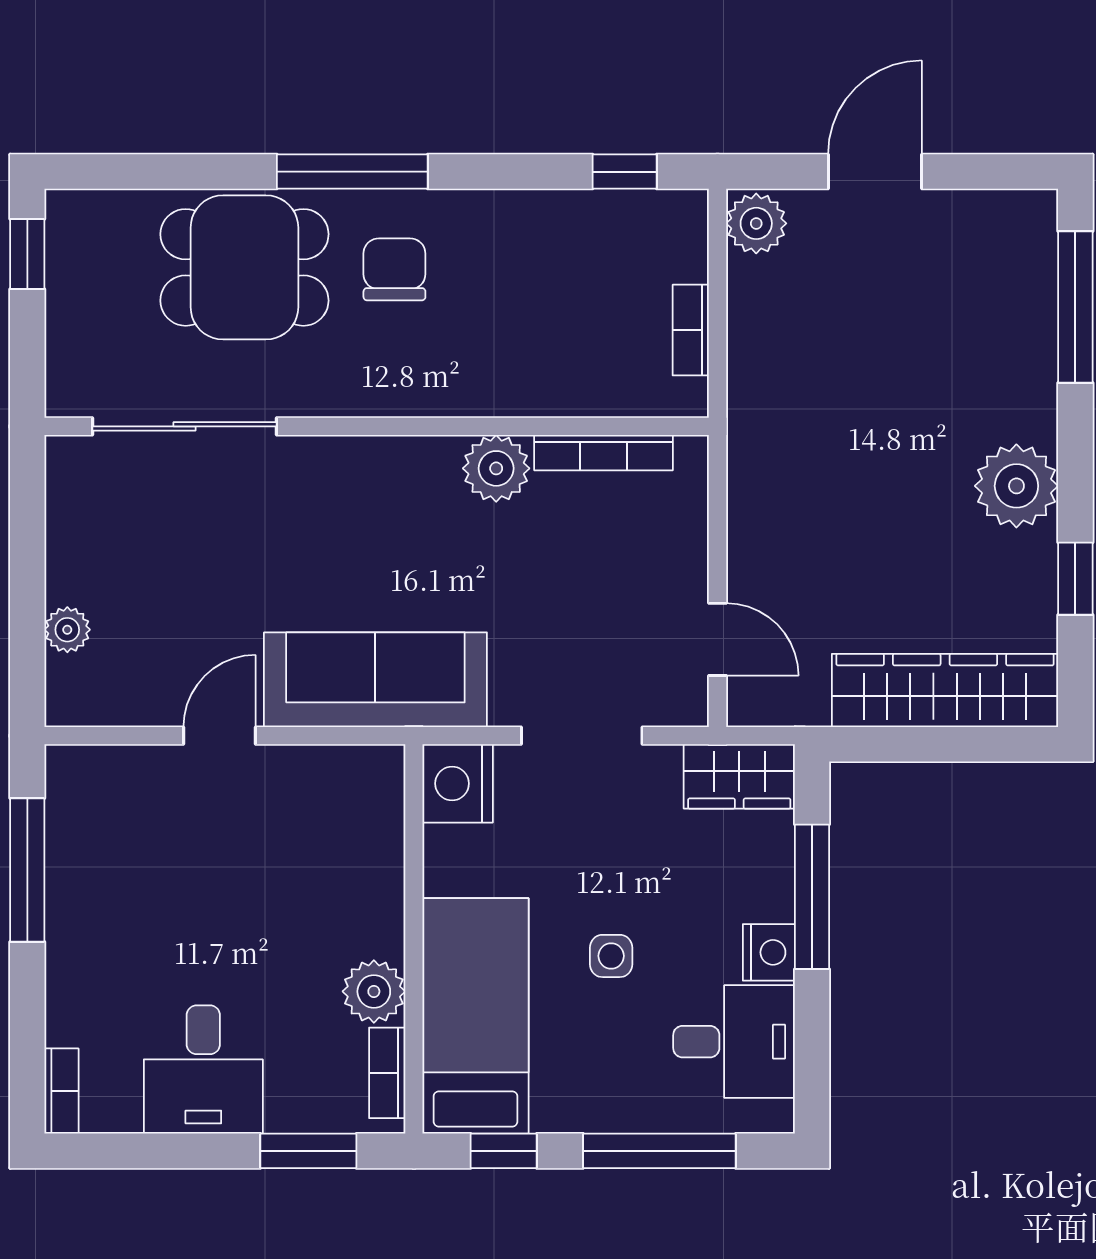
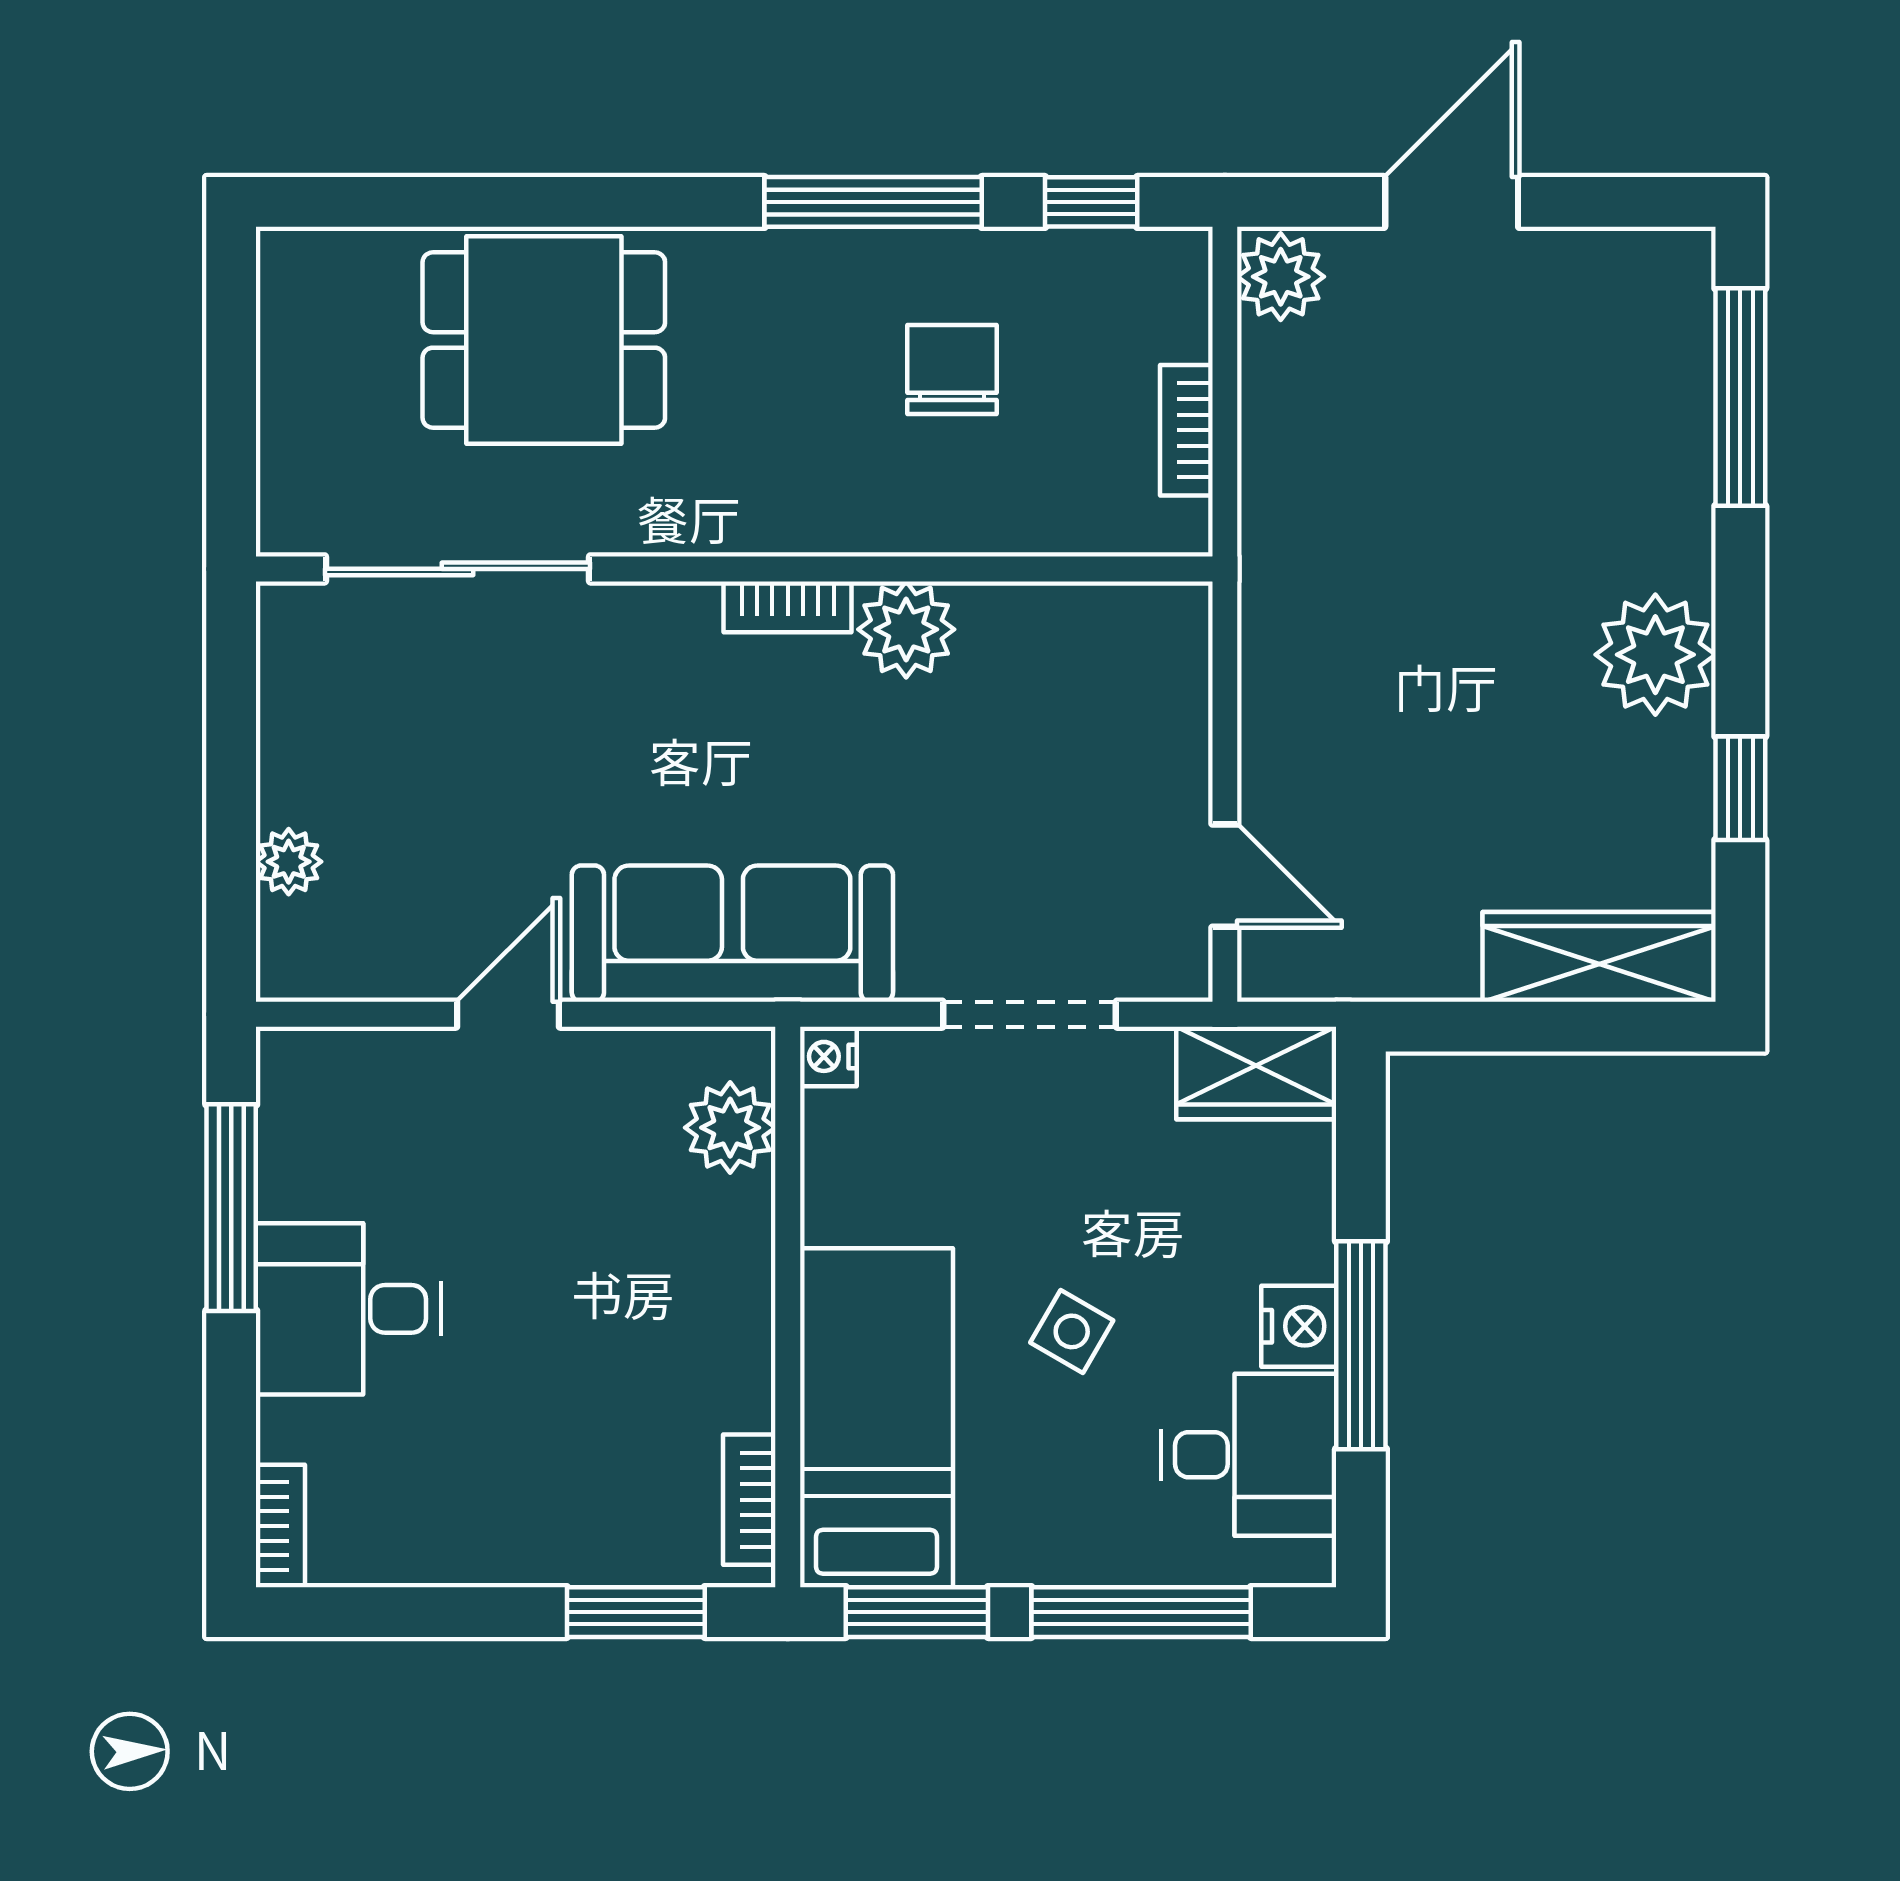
window: (352, 172) -> (873, 202), moved
window: (27, 254) -> (231, 321), removed
chair: (394, 269) -> (952, 370), moved
bookcase: (603, 453) -> (788, 607), moved, width x0.64
wardrobe: (945, 690) -> (1599, 957), width x0.71, depth x0.85
nightstand: (458, 783) -> (828, 1056), width x0.53, depth x0.56
window: (812, 897) -> (1361, 1345), moved
side table: (611, 956) -> (1072, 1331), turned 30
plant: (374, 991) -> (730, 1128), moved
desk: (203, 1070) -> (348, 1309), moved, turned 90
window: (504, 1151) -> (917, 1612), width x1.50

